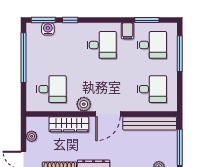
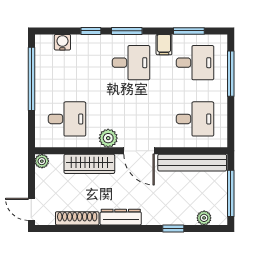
window: (43, 20) -> (127, 31), moved
door: (108, 114) -> (139, 151), hinge flipped
plant: (32, 136) -> (42, 161), moved

